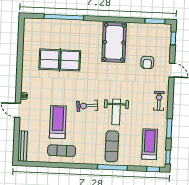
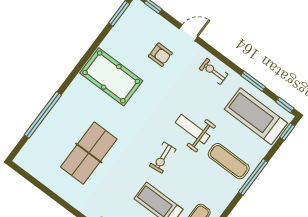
weight bench: (116, 112) -> (193, 129), turned 180
treadmill: (150, 144) -> (256, 116), width x1.37, depth x1.38

